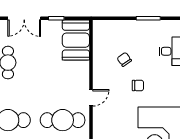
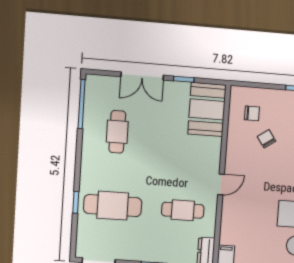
chair: (138, 85) -> (252, 113), moved
cafe table: (63, 120) -> (183, 210), width x0.73, depth x0.74

